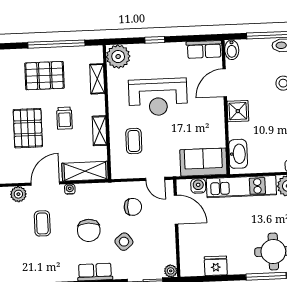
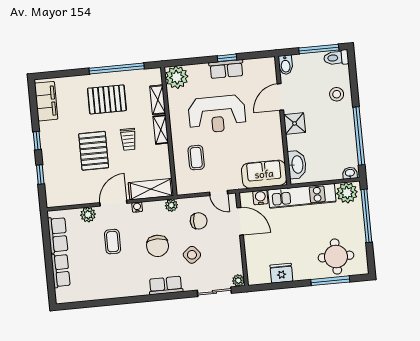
window: (155, 40) -> (227, 58), moved
row of seats: (204, 49) -> (226, 69), moved
shelving: (99, 131) -> (161, 130), moved
plant: (105, 189) -> (171, 205), added

